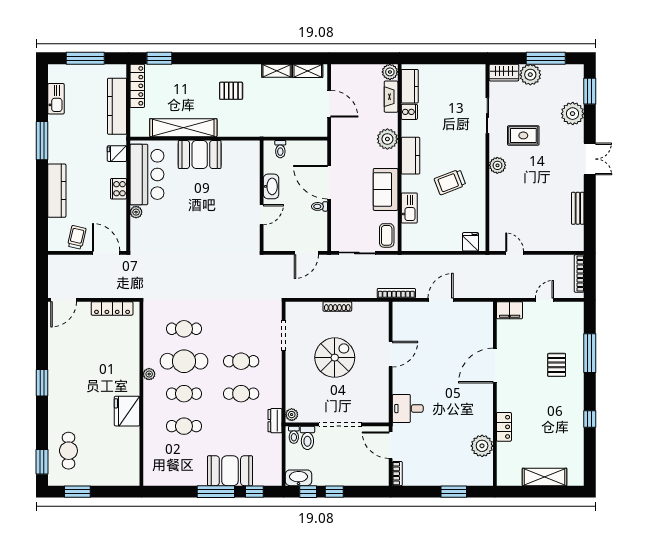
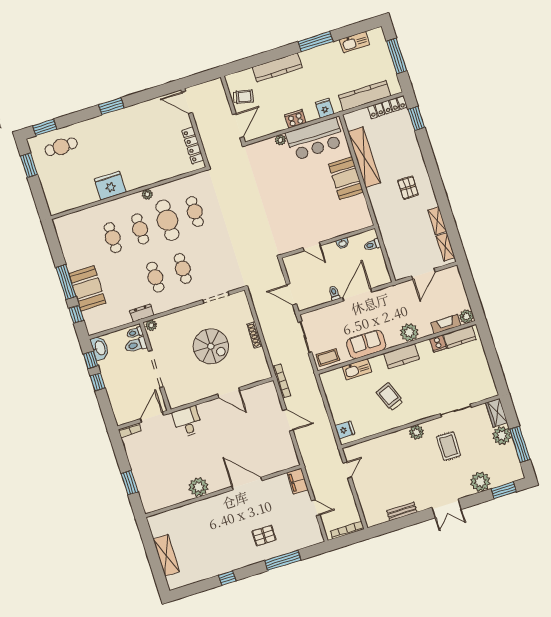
washbasin: (271, 186) -> (343, 243), width x0.52, depth x0.69
locker: (504, 427) -> (198, 508), removed
plant: (482, 446) -> (199, 487), moved

